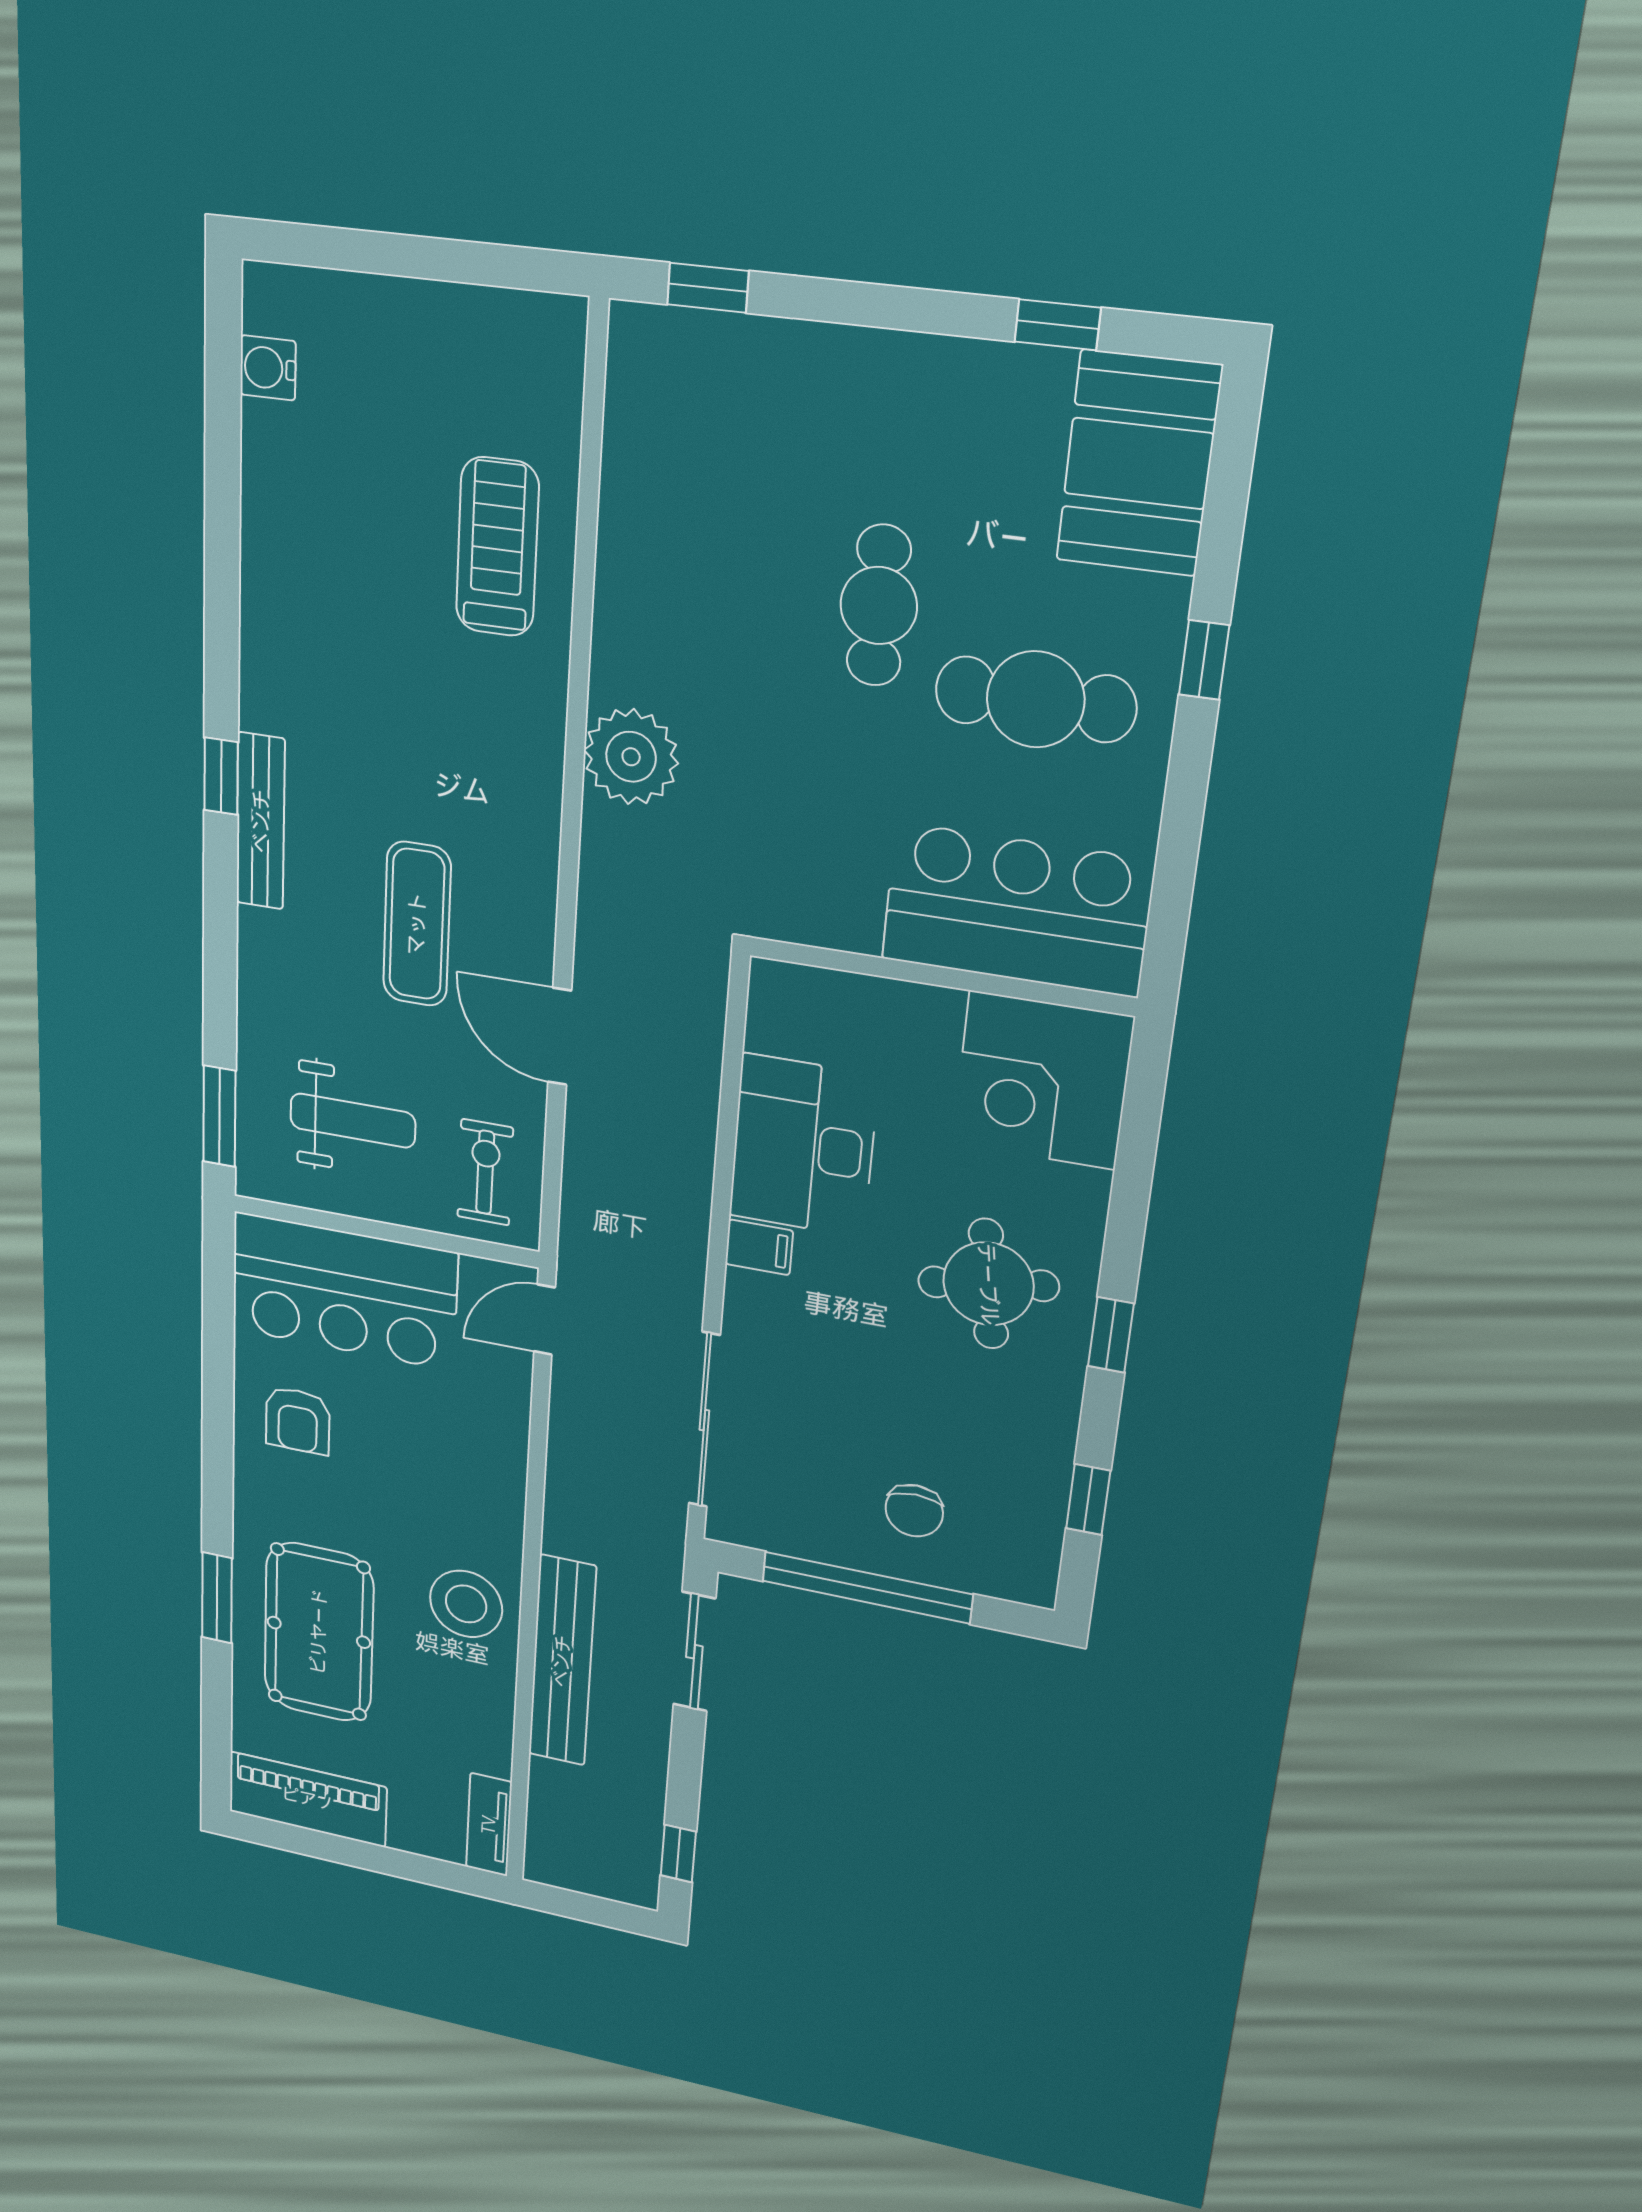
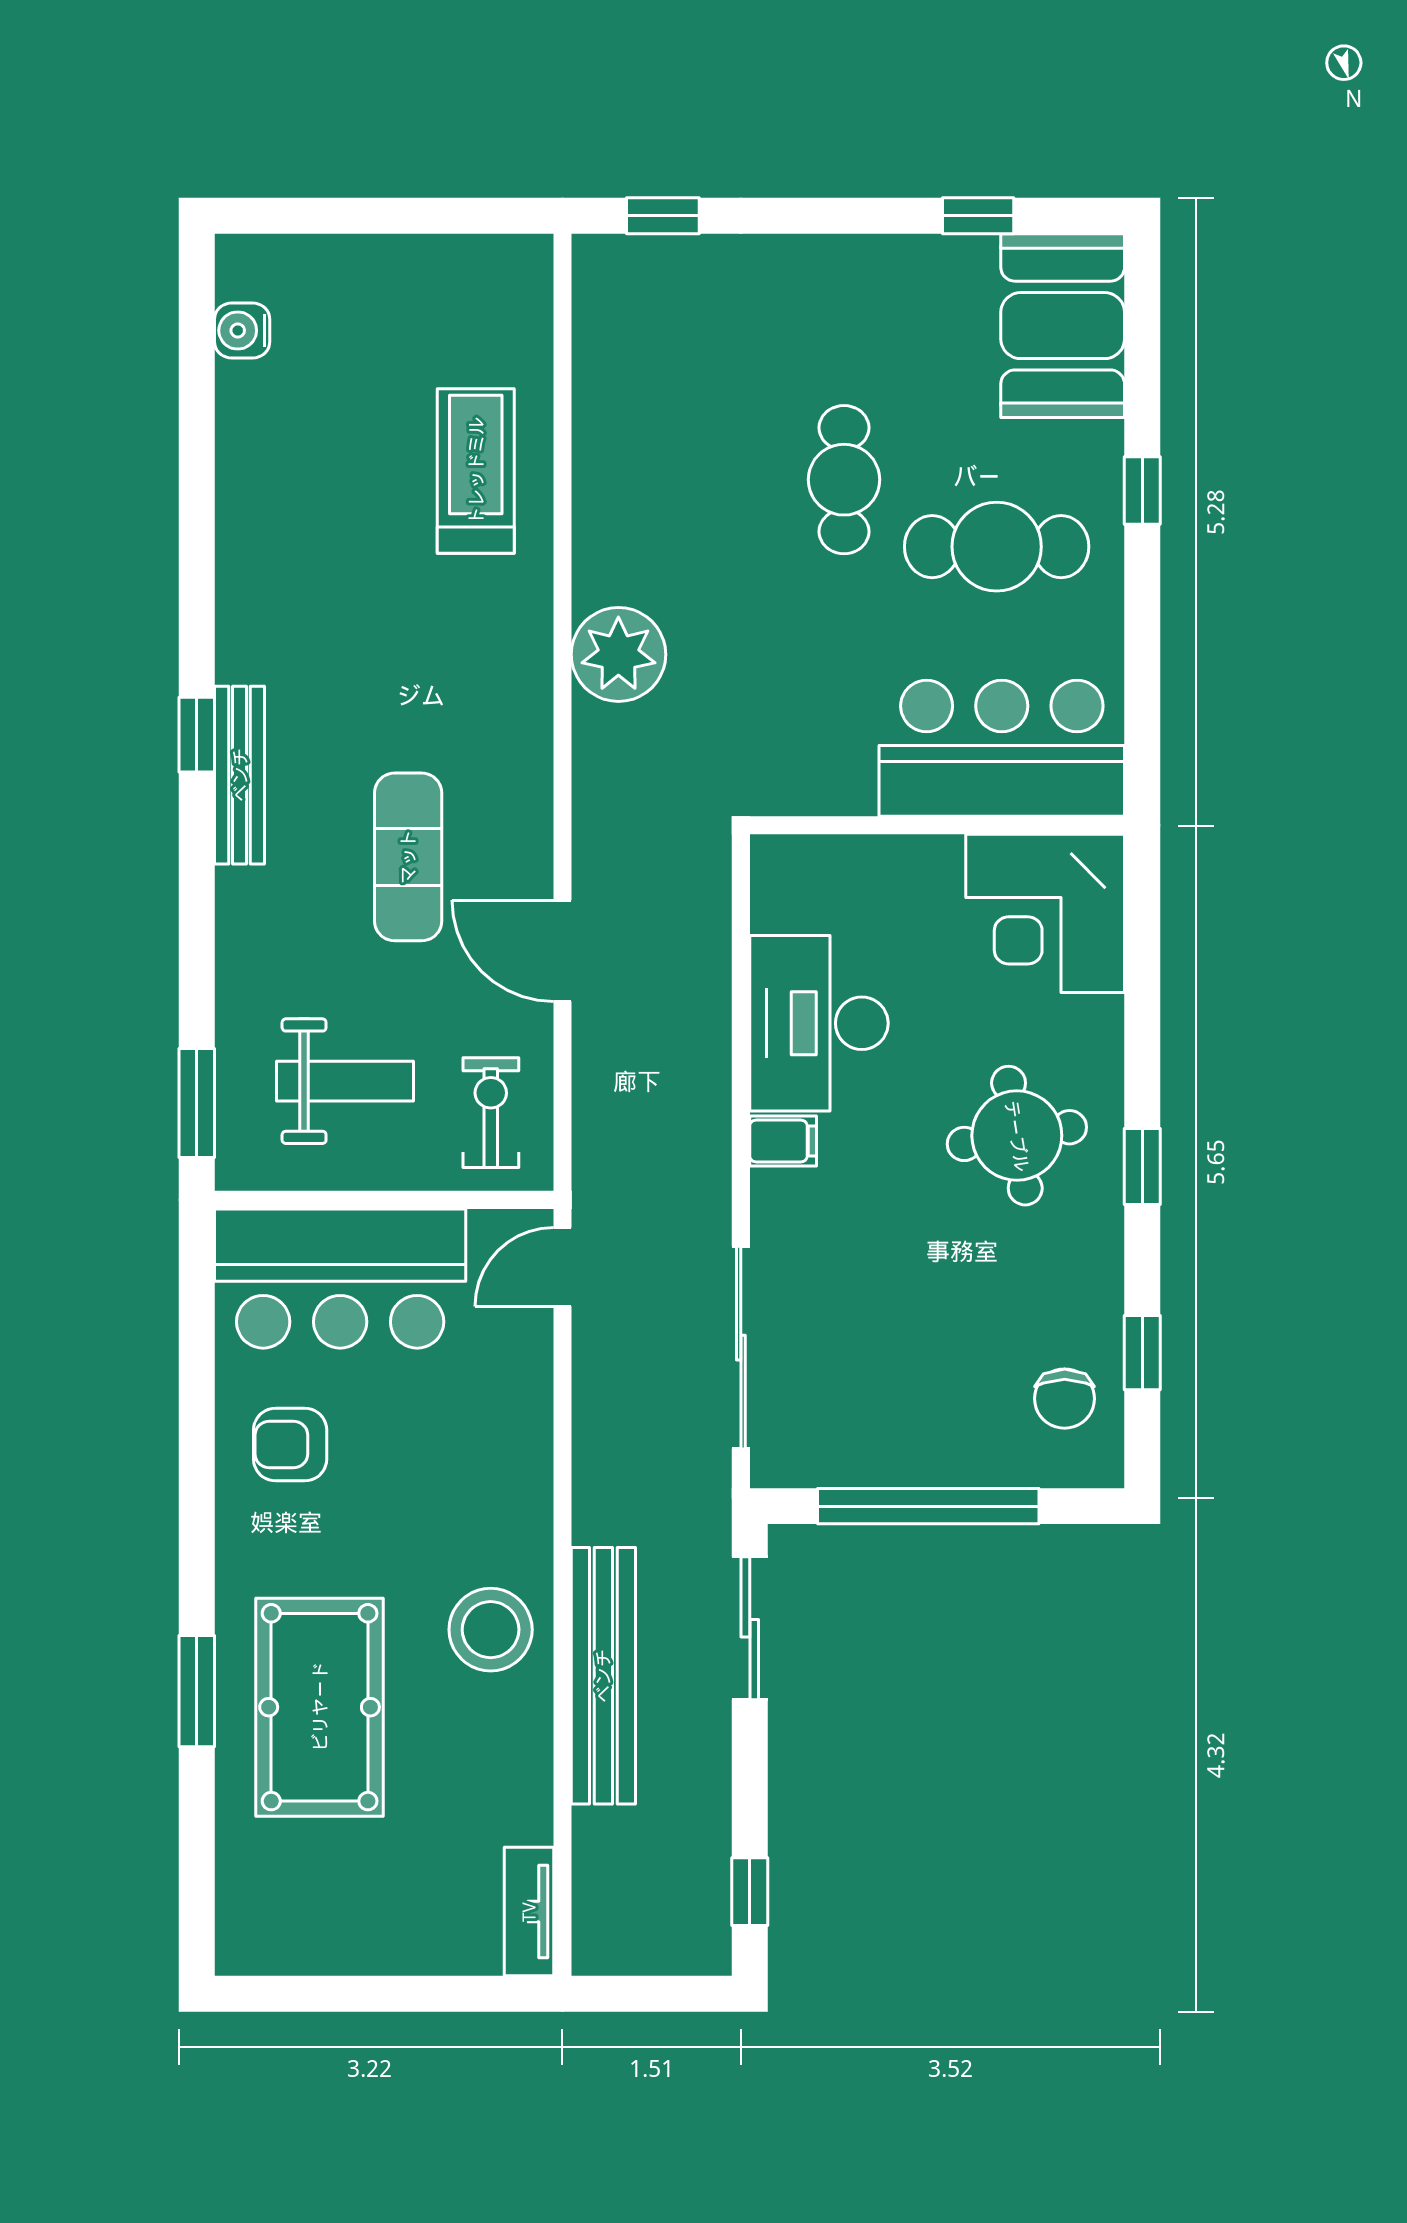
armchair: (298, 1420) -> (290, 1445), turned 90
chair: (914, 1511) -> (1065, 1399), moved
piano: (308, 1799) -> (310, 1934), removed

